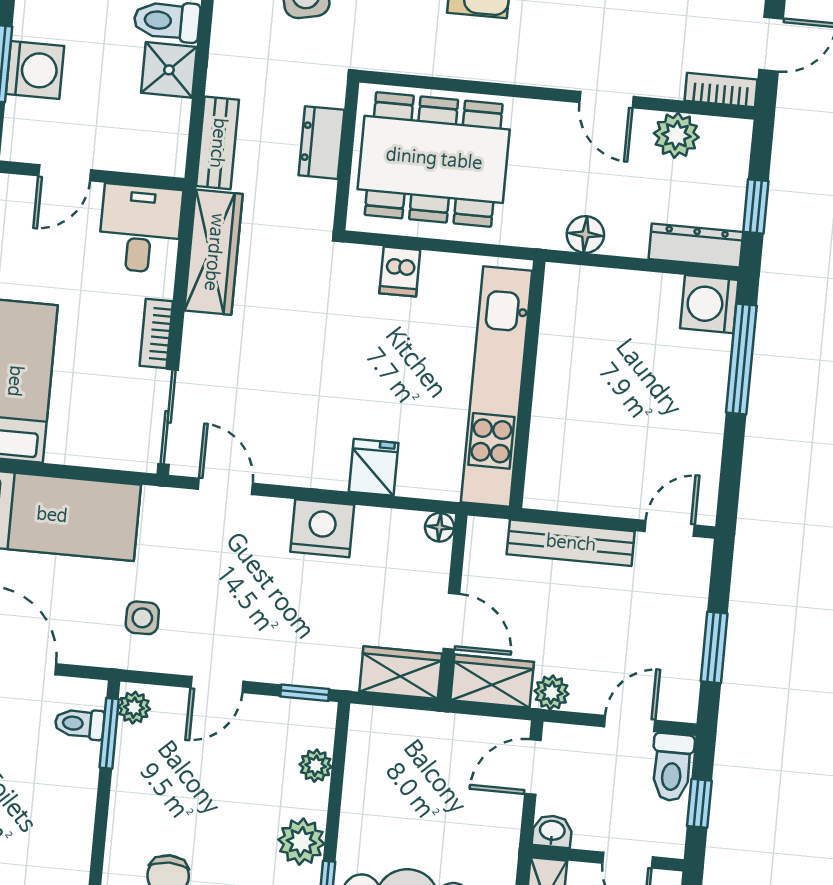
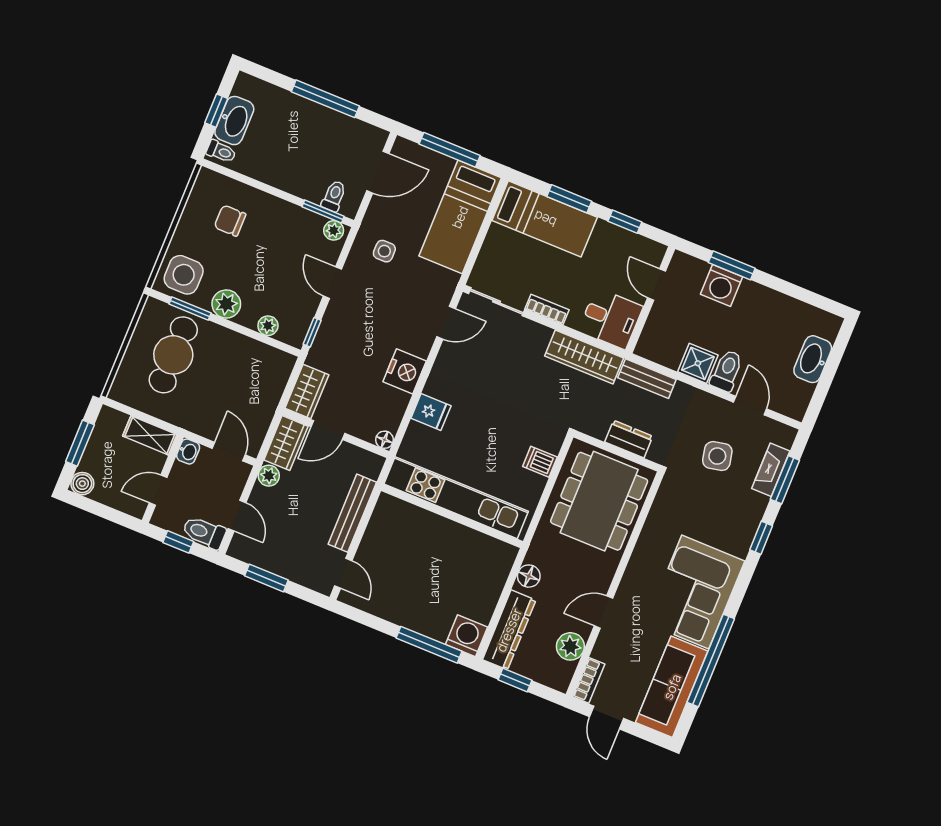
dresser: (696, 246) -> (509, 630), width x1.37, depth x1.24

